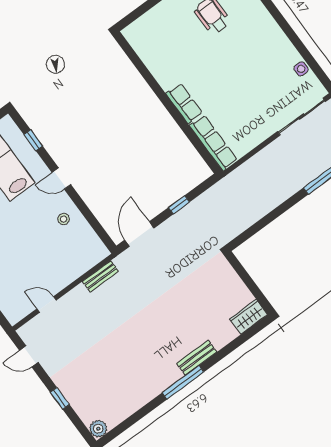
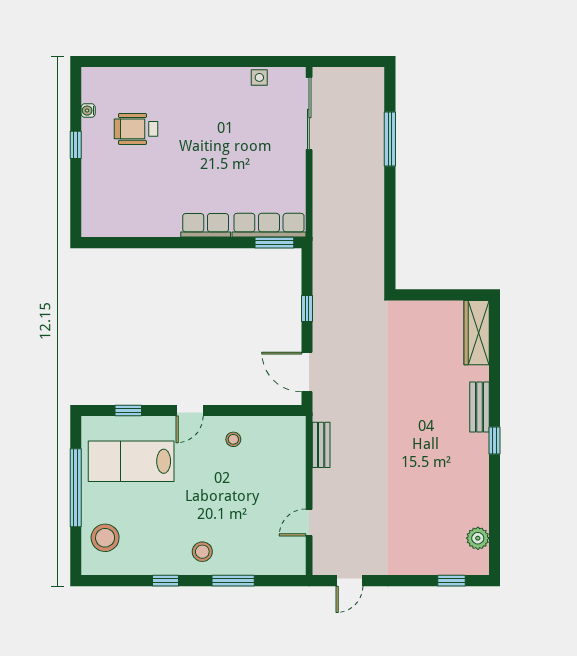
window: (205, 154) -> (274, 243), added
wardrobe: (249, 317) -> (477, 333), width x1.50
window: (183, 382) -> (495, 440), width x0.46
window: (60, 398) -> (452, 581), moved
plant: (98, 429) -> (478, 538), moved

